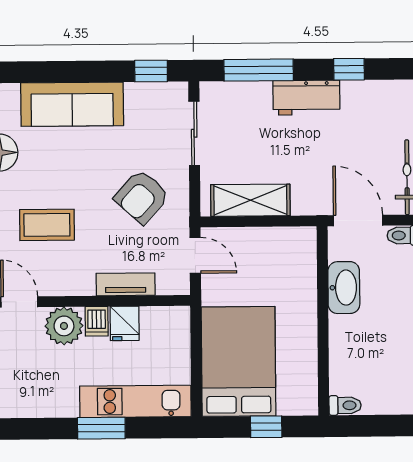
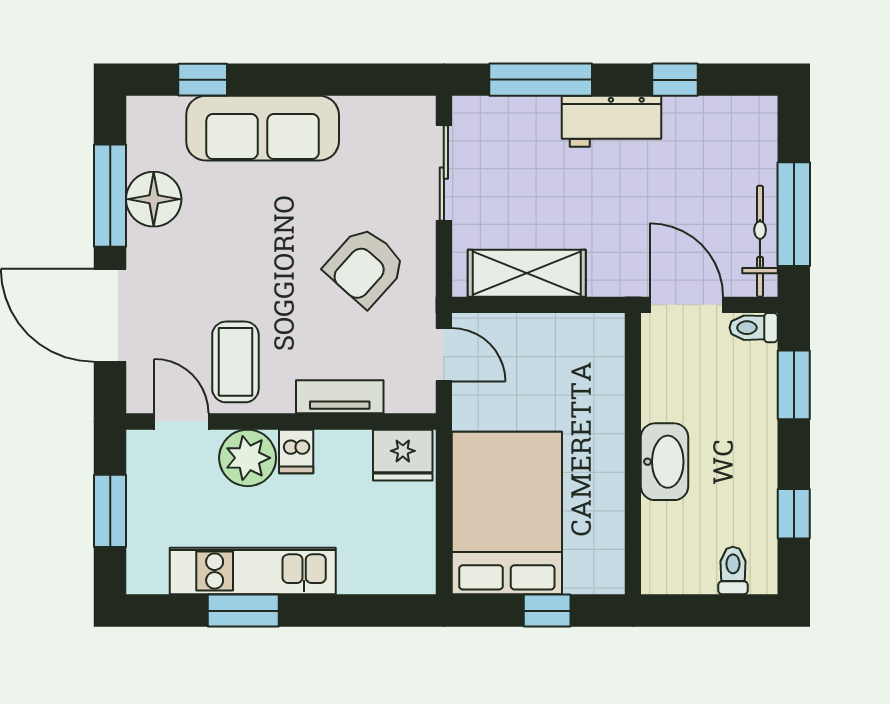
window: (151, 71) -> (203, 80), moved
coffee table: (47, 225) -> (235, 362), moved, turned 90
washbasin: (344, 288) -> (664, 462), moved
fridge: (125, 323) -> (403, 455), moved, width x1.38
kitchen unit: (135, 401) -> (253, 571), moved
toilet: (345, 405) -> (733, 571), moved, turned -90
window: (101, 428) -> (243, 611), moved

